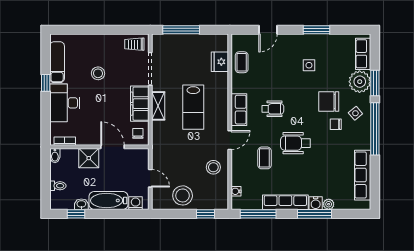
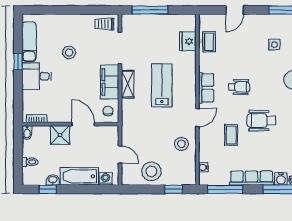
desk: (65, 103) -> (37, 76), width x0.73
lab bench: (193, 107) -> (162, 85), turned 180

